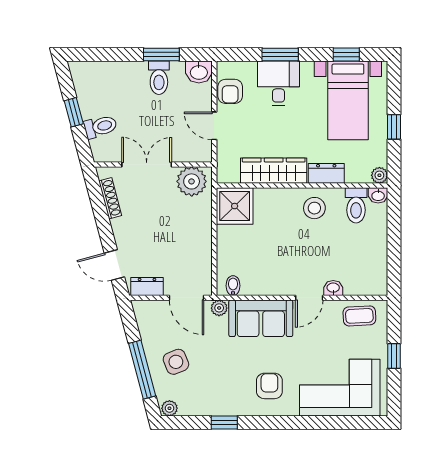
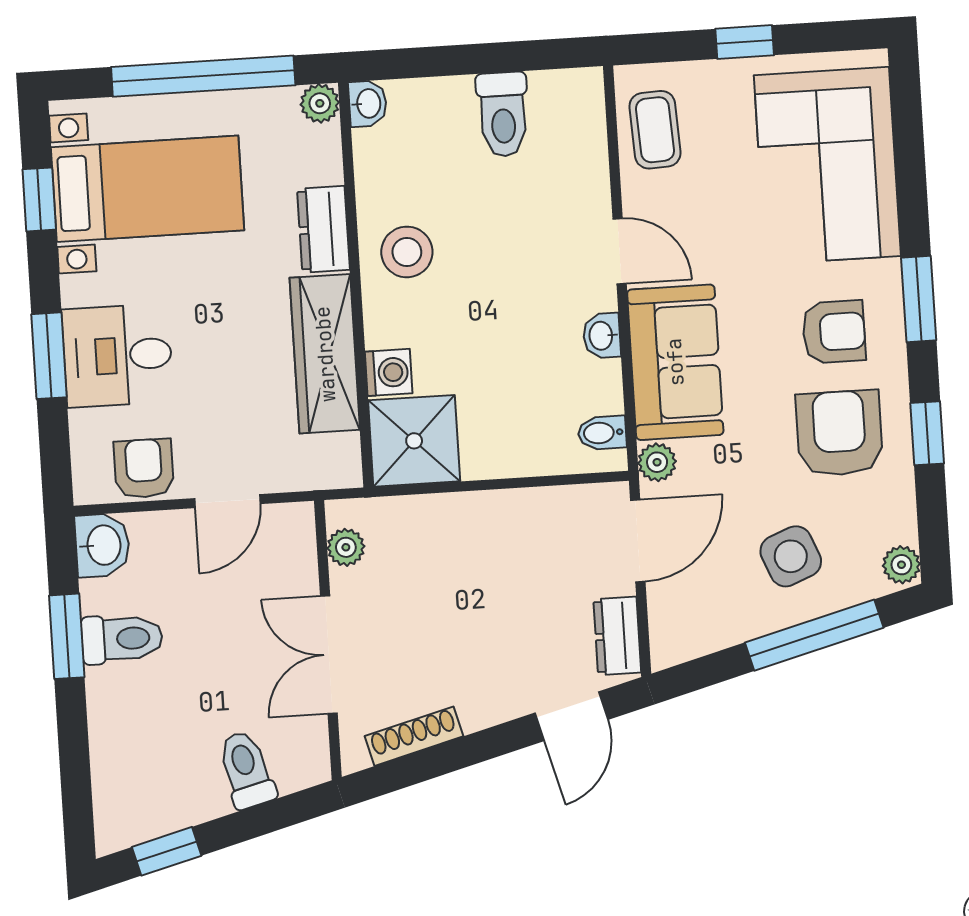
armchair: (230, 91) -> (144, 468), turned -90
window: (74, 112) -> (167, 851), moved
window: (394, 127) -> (203, 76), width x3.17
plant: (192, 181) -> (346, 547), width x0.53, depth x0.53
washing machine: (264, 197) -> (389, 372), added
toilet: (356, 205) -> (503, 114), moved, turned 90
washbasin: (333, 288) -> (602, 336), moved
armchair: (227, 386) -> (839, 433), added
armchair: (269, 386) -> (834, 332), turned 180
window: (281, 423) -> (919, 299), added

